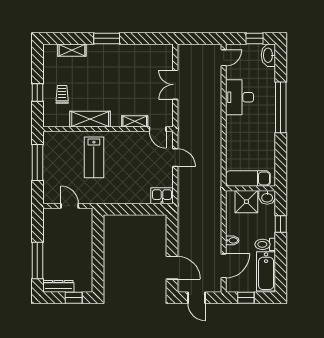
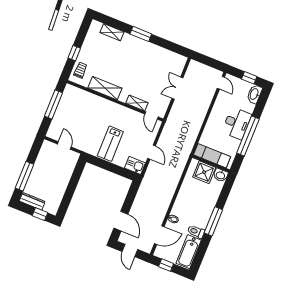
door: (224, 58) -> (221, 83), hinge flipped
trolley: (62, 94) -> (80, 70), moved
desk: (240, 97) -> (237, 123), moved, turned 180
lab bench: (94, 157) -> (110, 144), moved
door: (175, 158) -> (152, 152), moved
exam couch: (248, 178) -> (212, 156), moved
wall: (250, 188) -> (211, 164), moved
washbasin: (267, 197) -> (221, 175), moved
shower: (246, 202) -> (204, 172), moved
window: (281, 224) -> (213, 221), width x2.17

